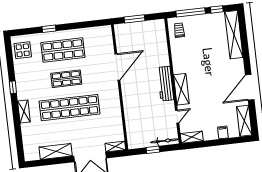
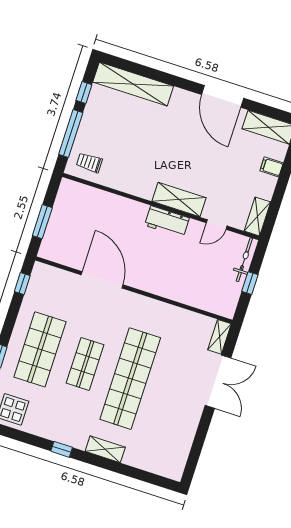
window: (95, 24) -> (22, 284), added
workbench: (165, 84) -> (167, 222), width x0.73
door: (177, 117) -> (217, 224), swing flipped
shelving: (56, 151) -> (186, 429), removed

